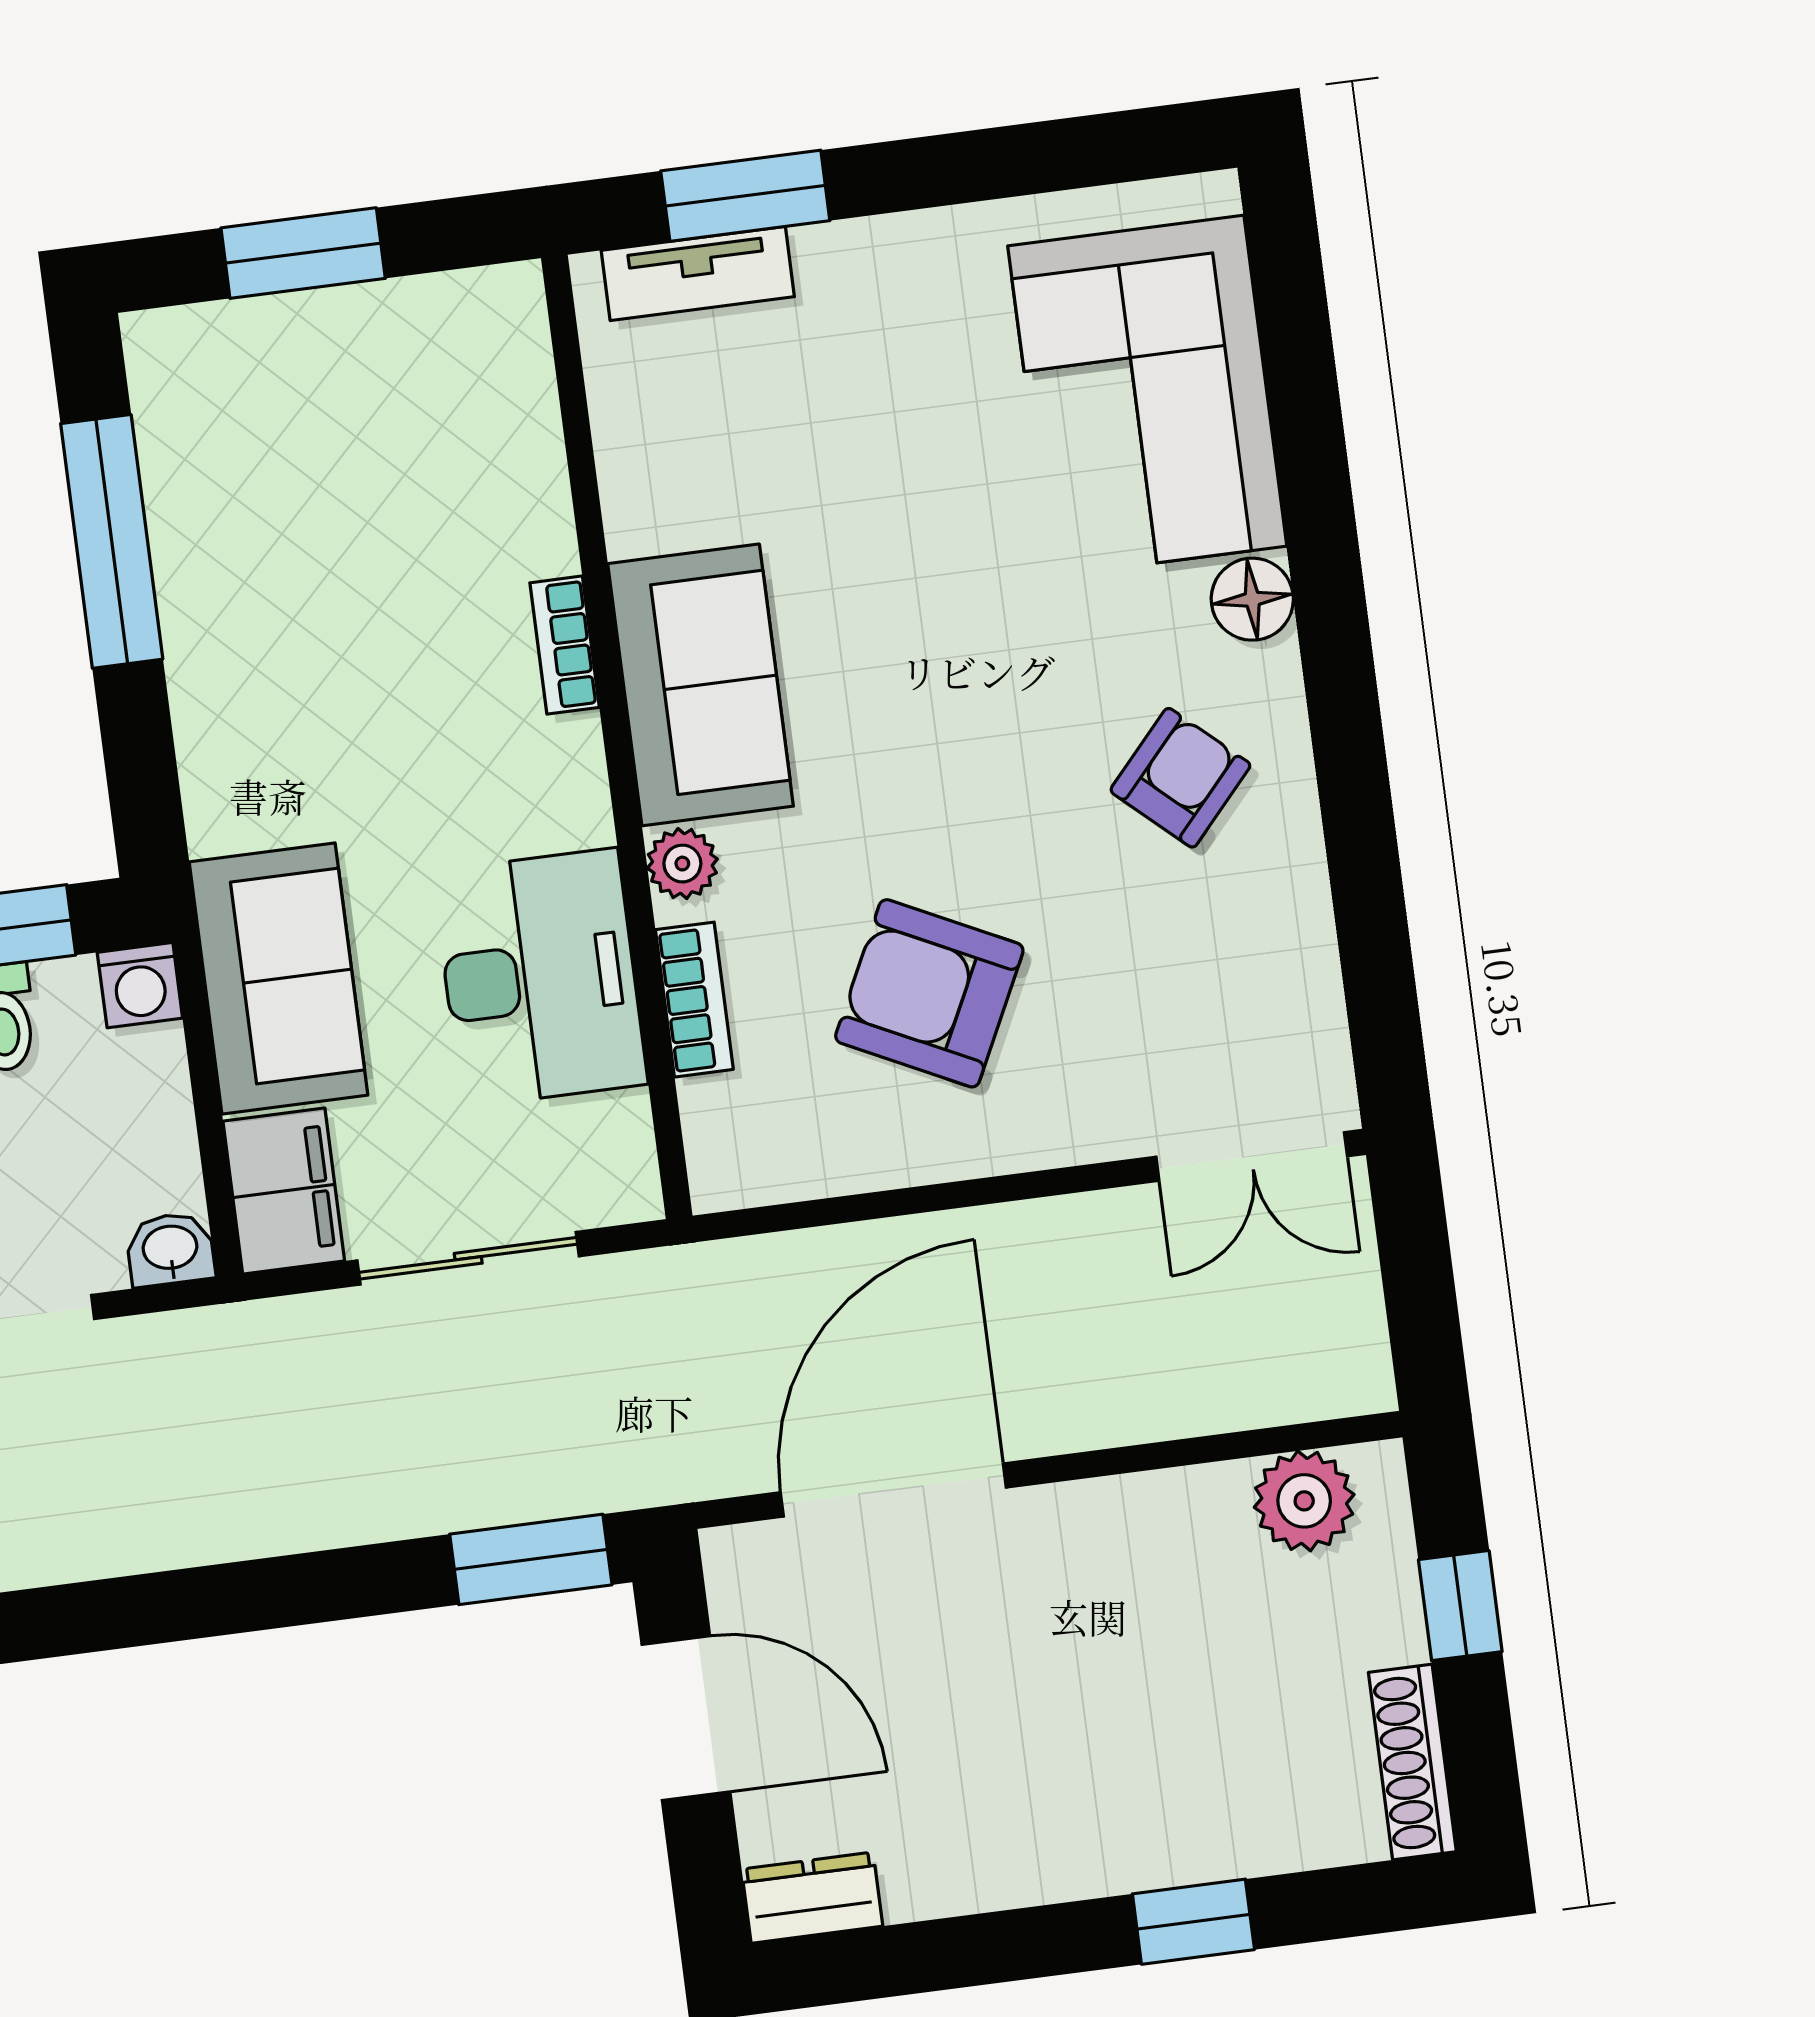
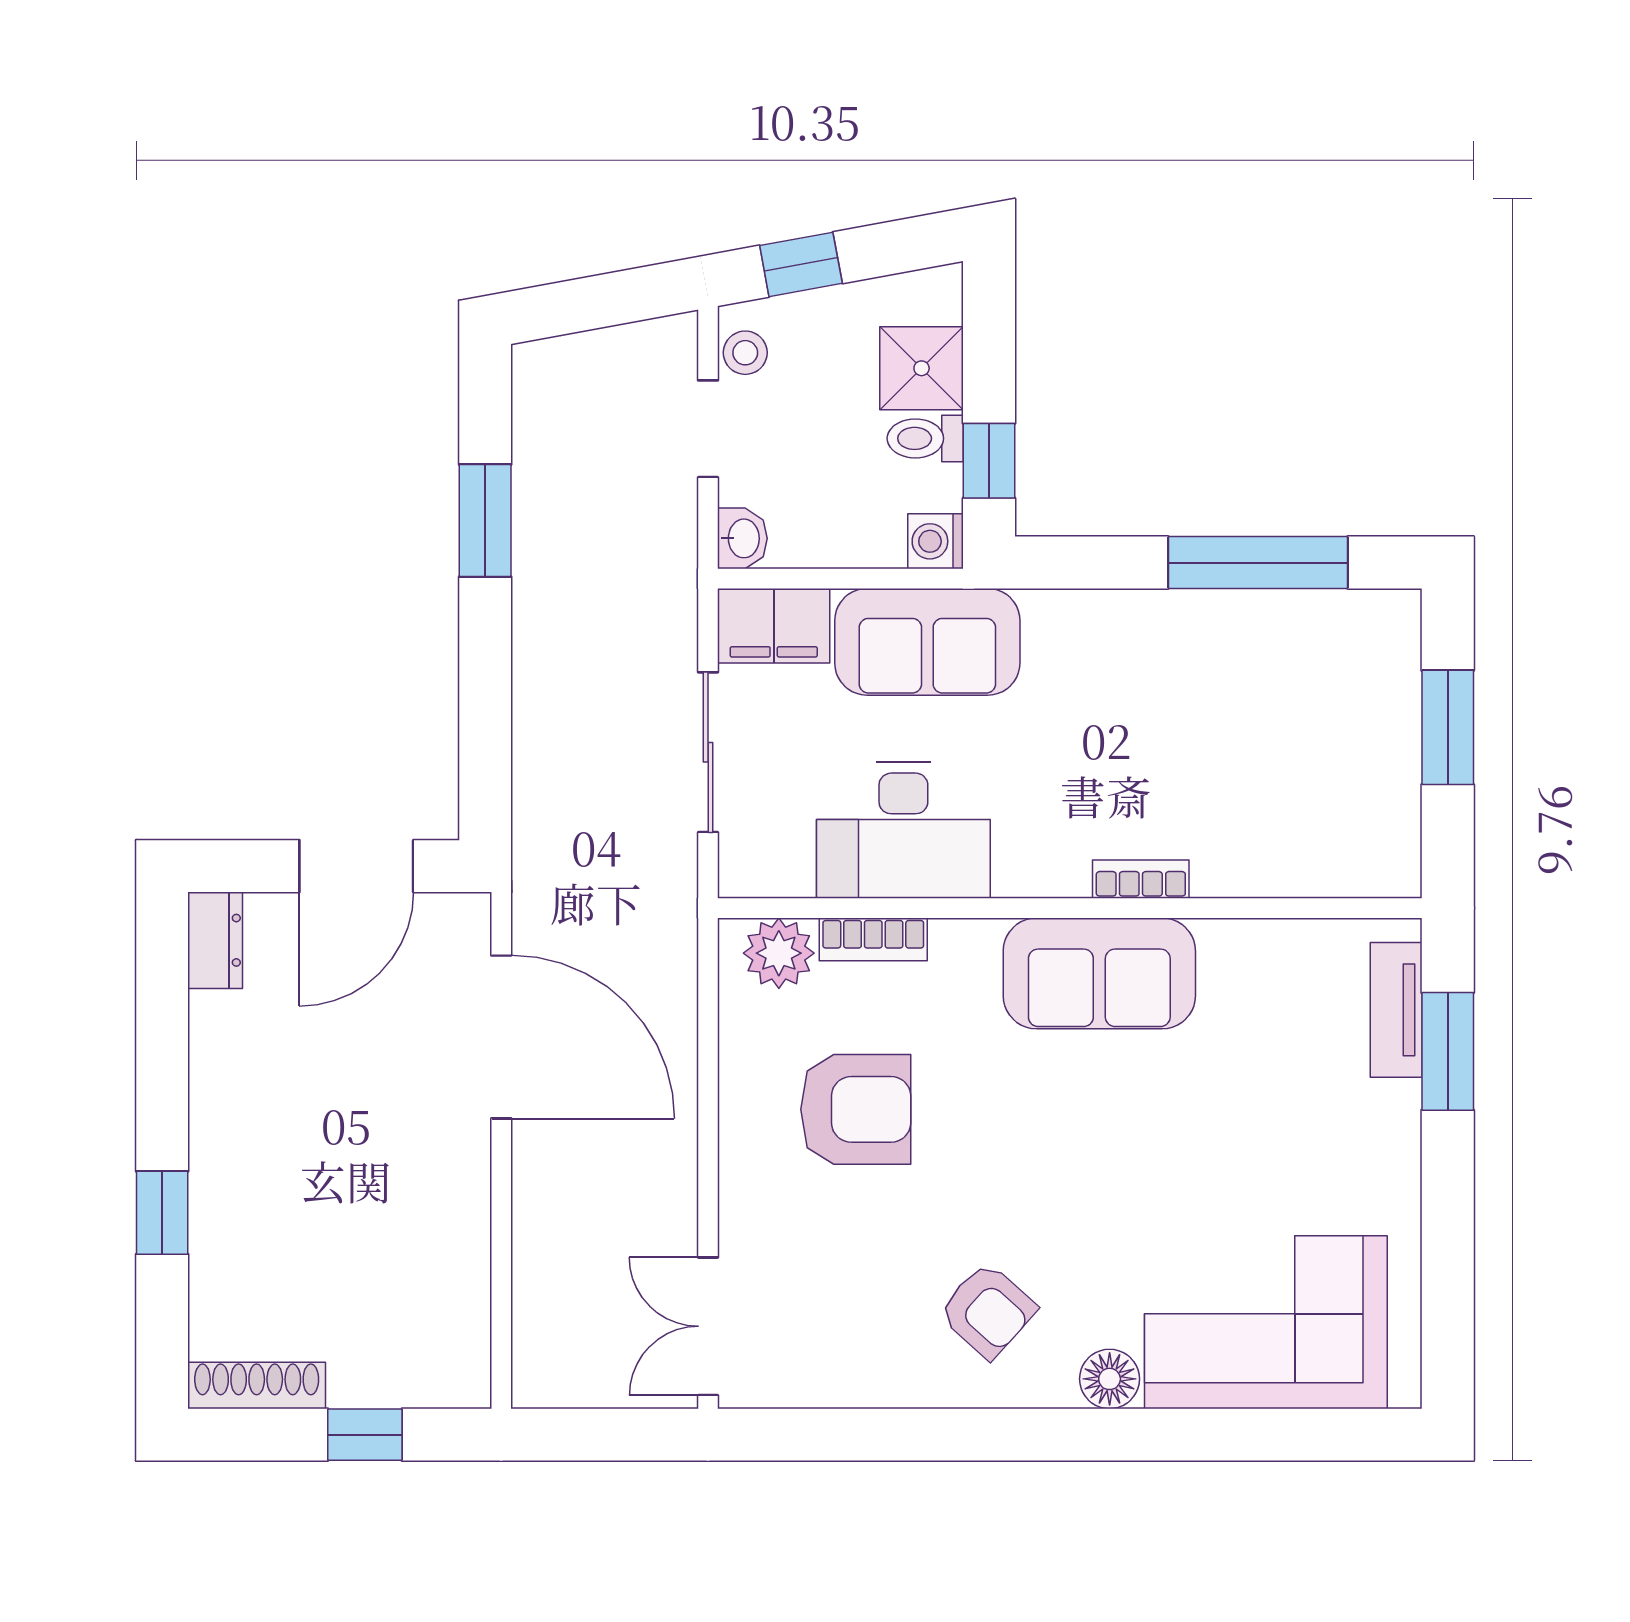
plant: (682, 864) -> (779, 953), moved, width x1.38, depth x1.38
armchair: (929, 993) -> (856, 1109), turned 64
plant: (1304, 1501) -> (455, 1332), removed
window: (531, 1559) -> (485, 521), moved

